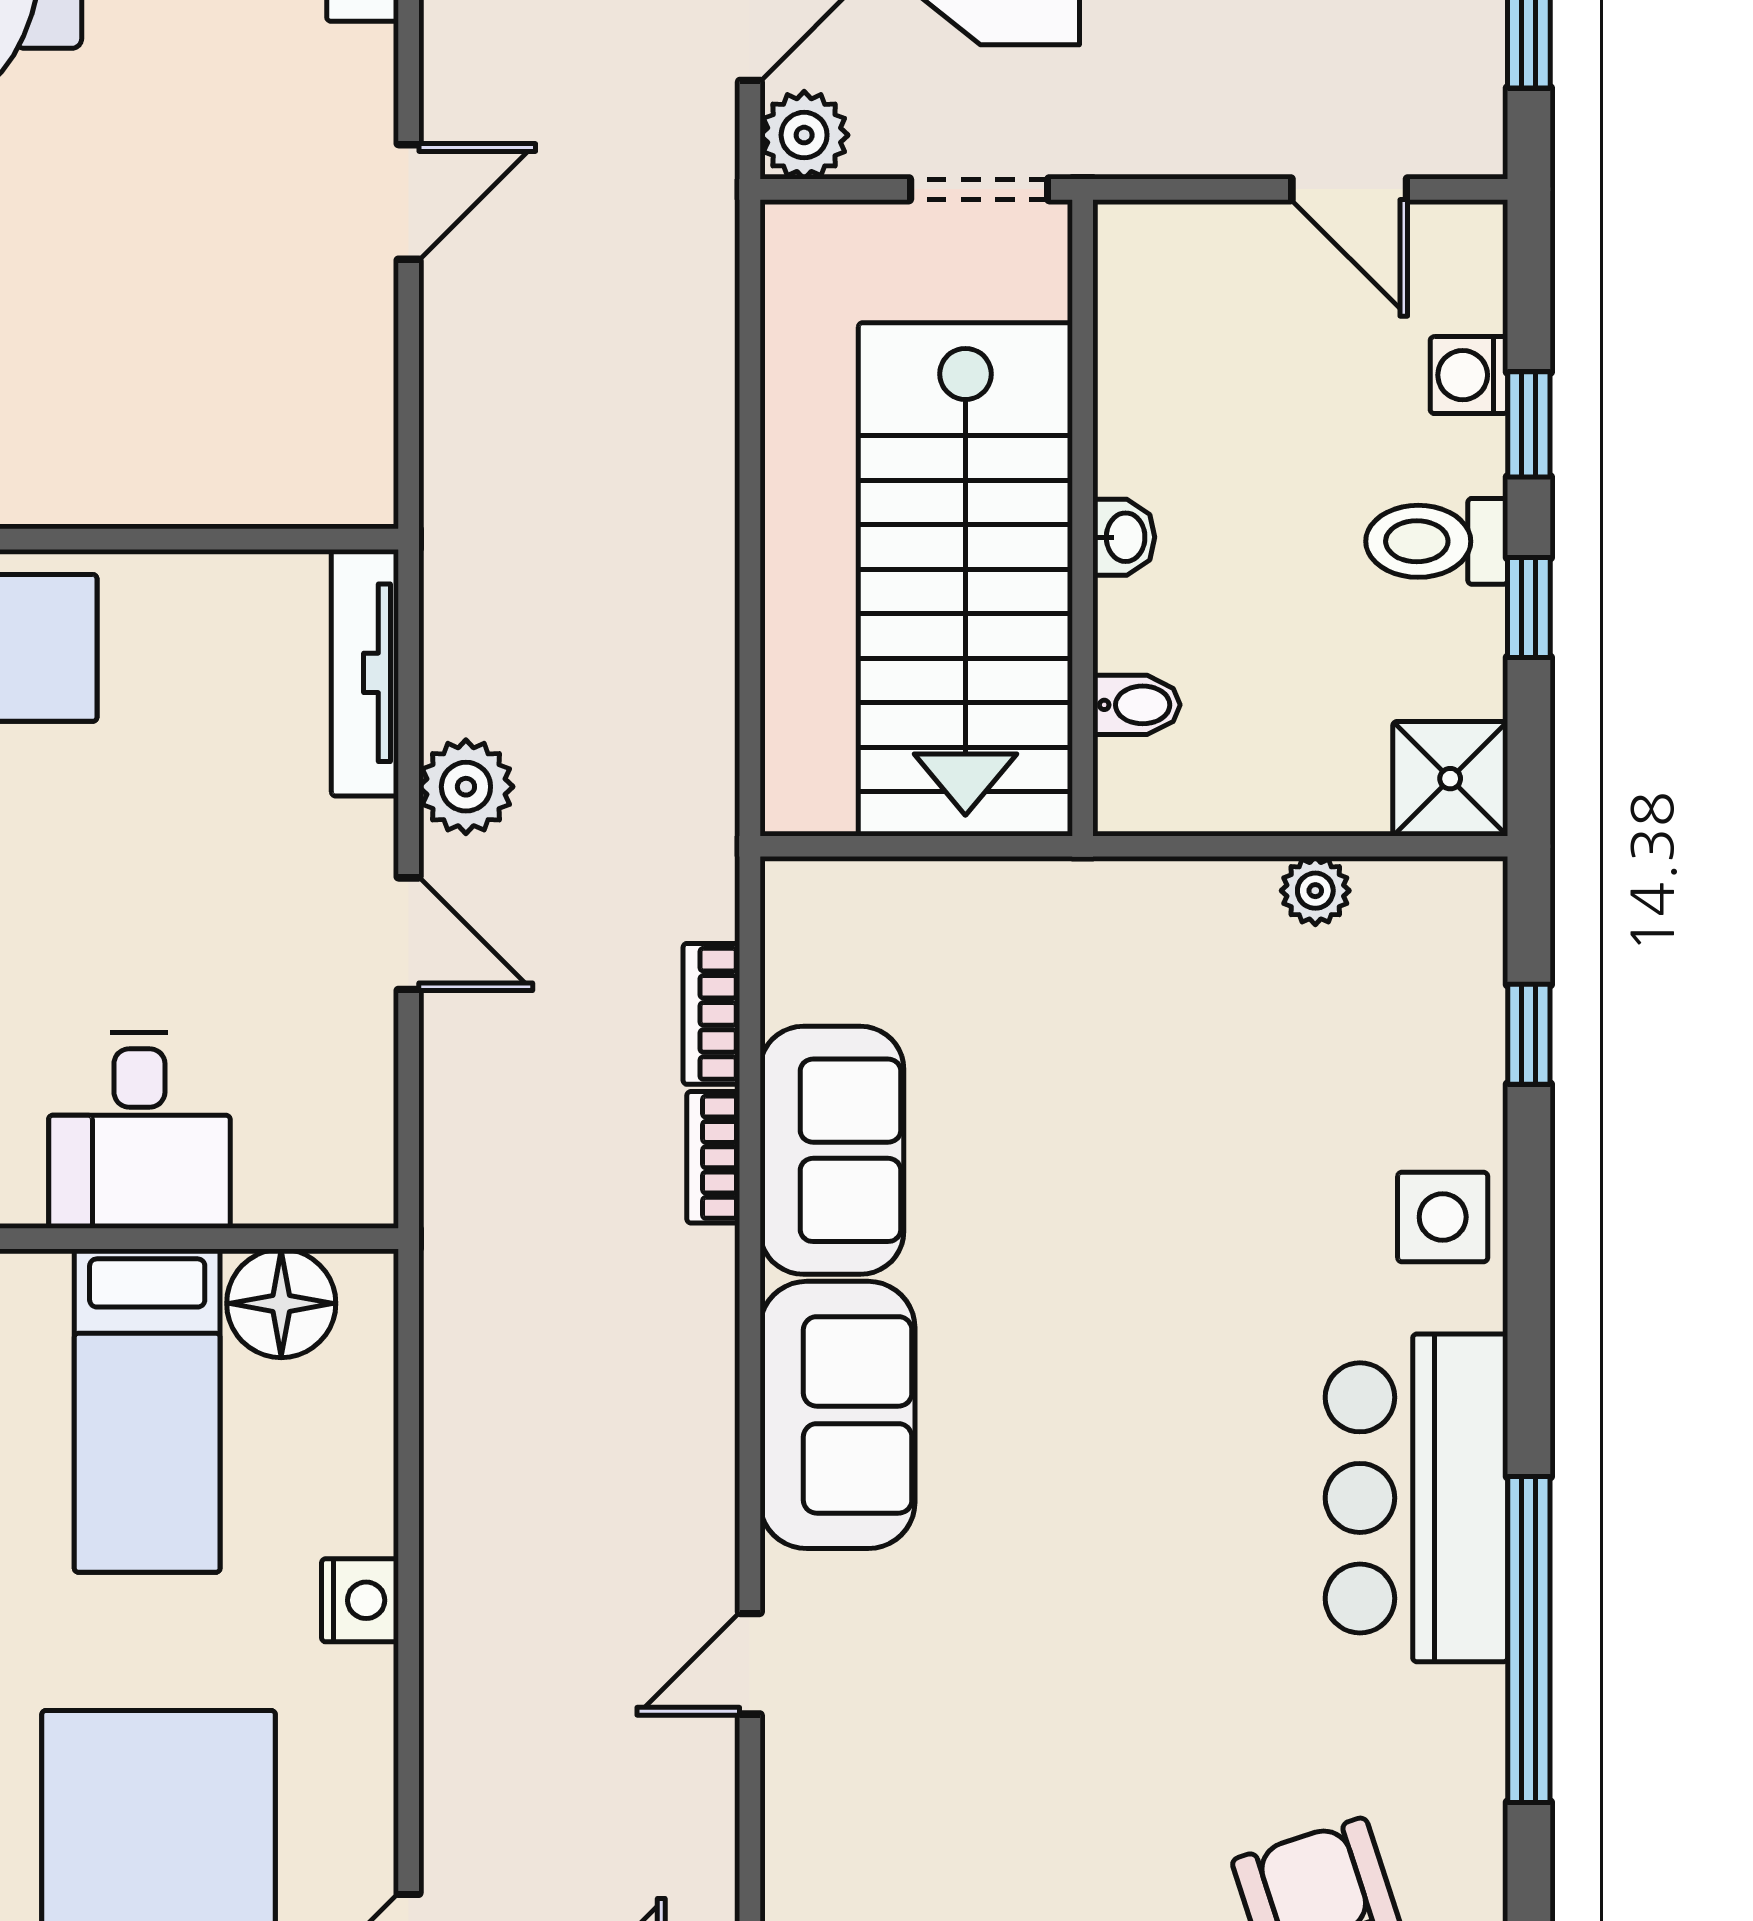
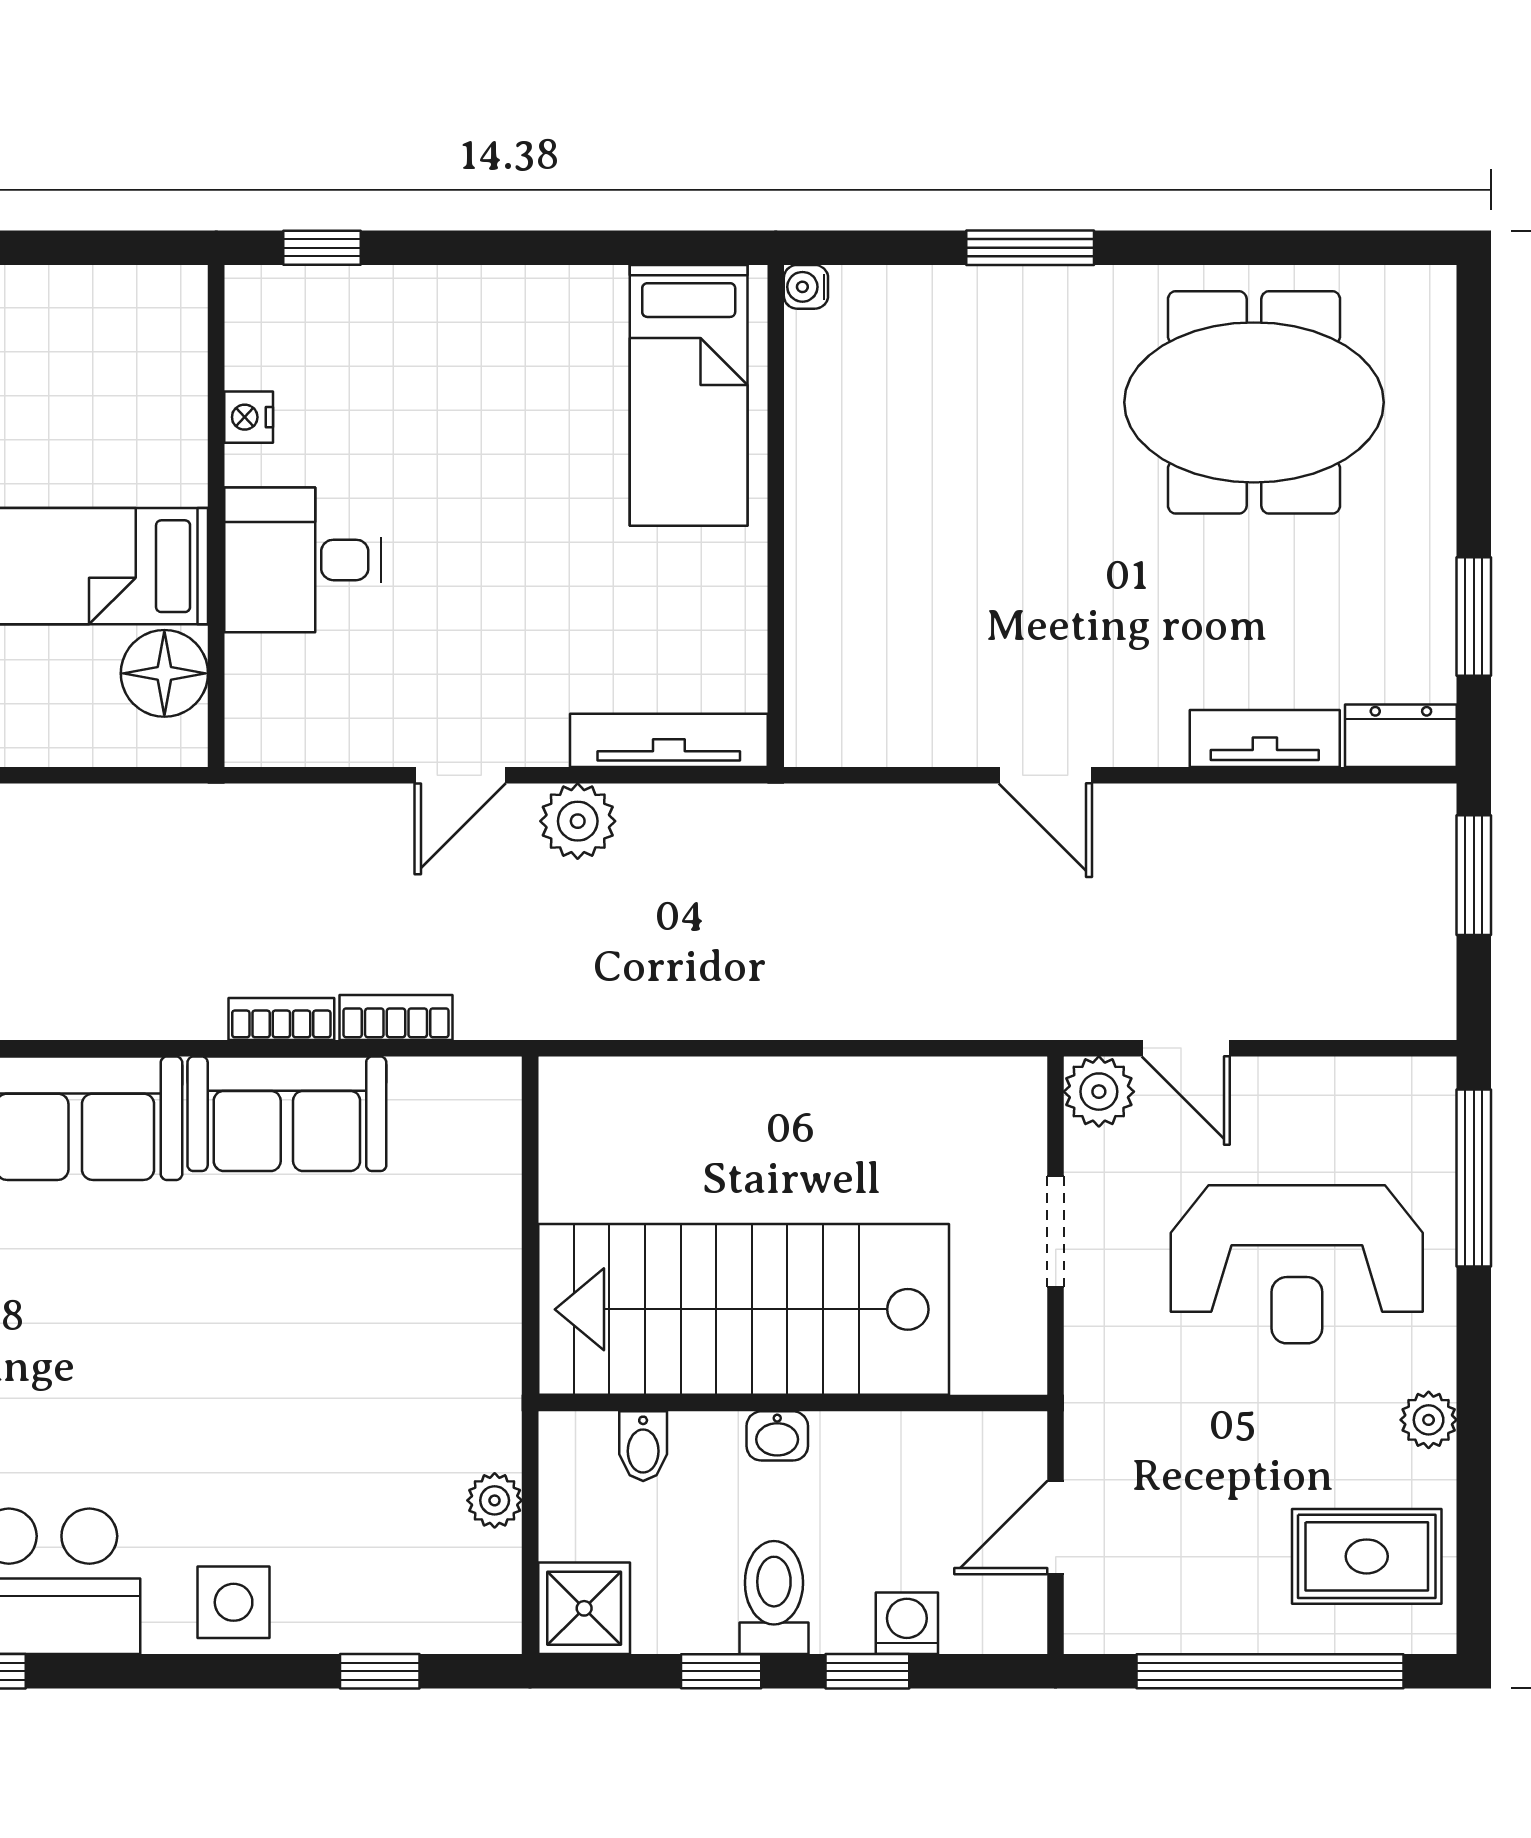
wall: (1083, 518) -> (793, 1403), moved
washbasin: (1124, 537) -> (777, 1436), moved
stairs: (965, 579) -> (744, 1309), moved
bidet: (1137, 705) -> (643, 1446), moved

